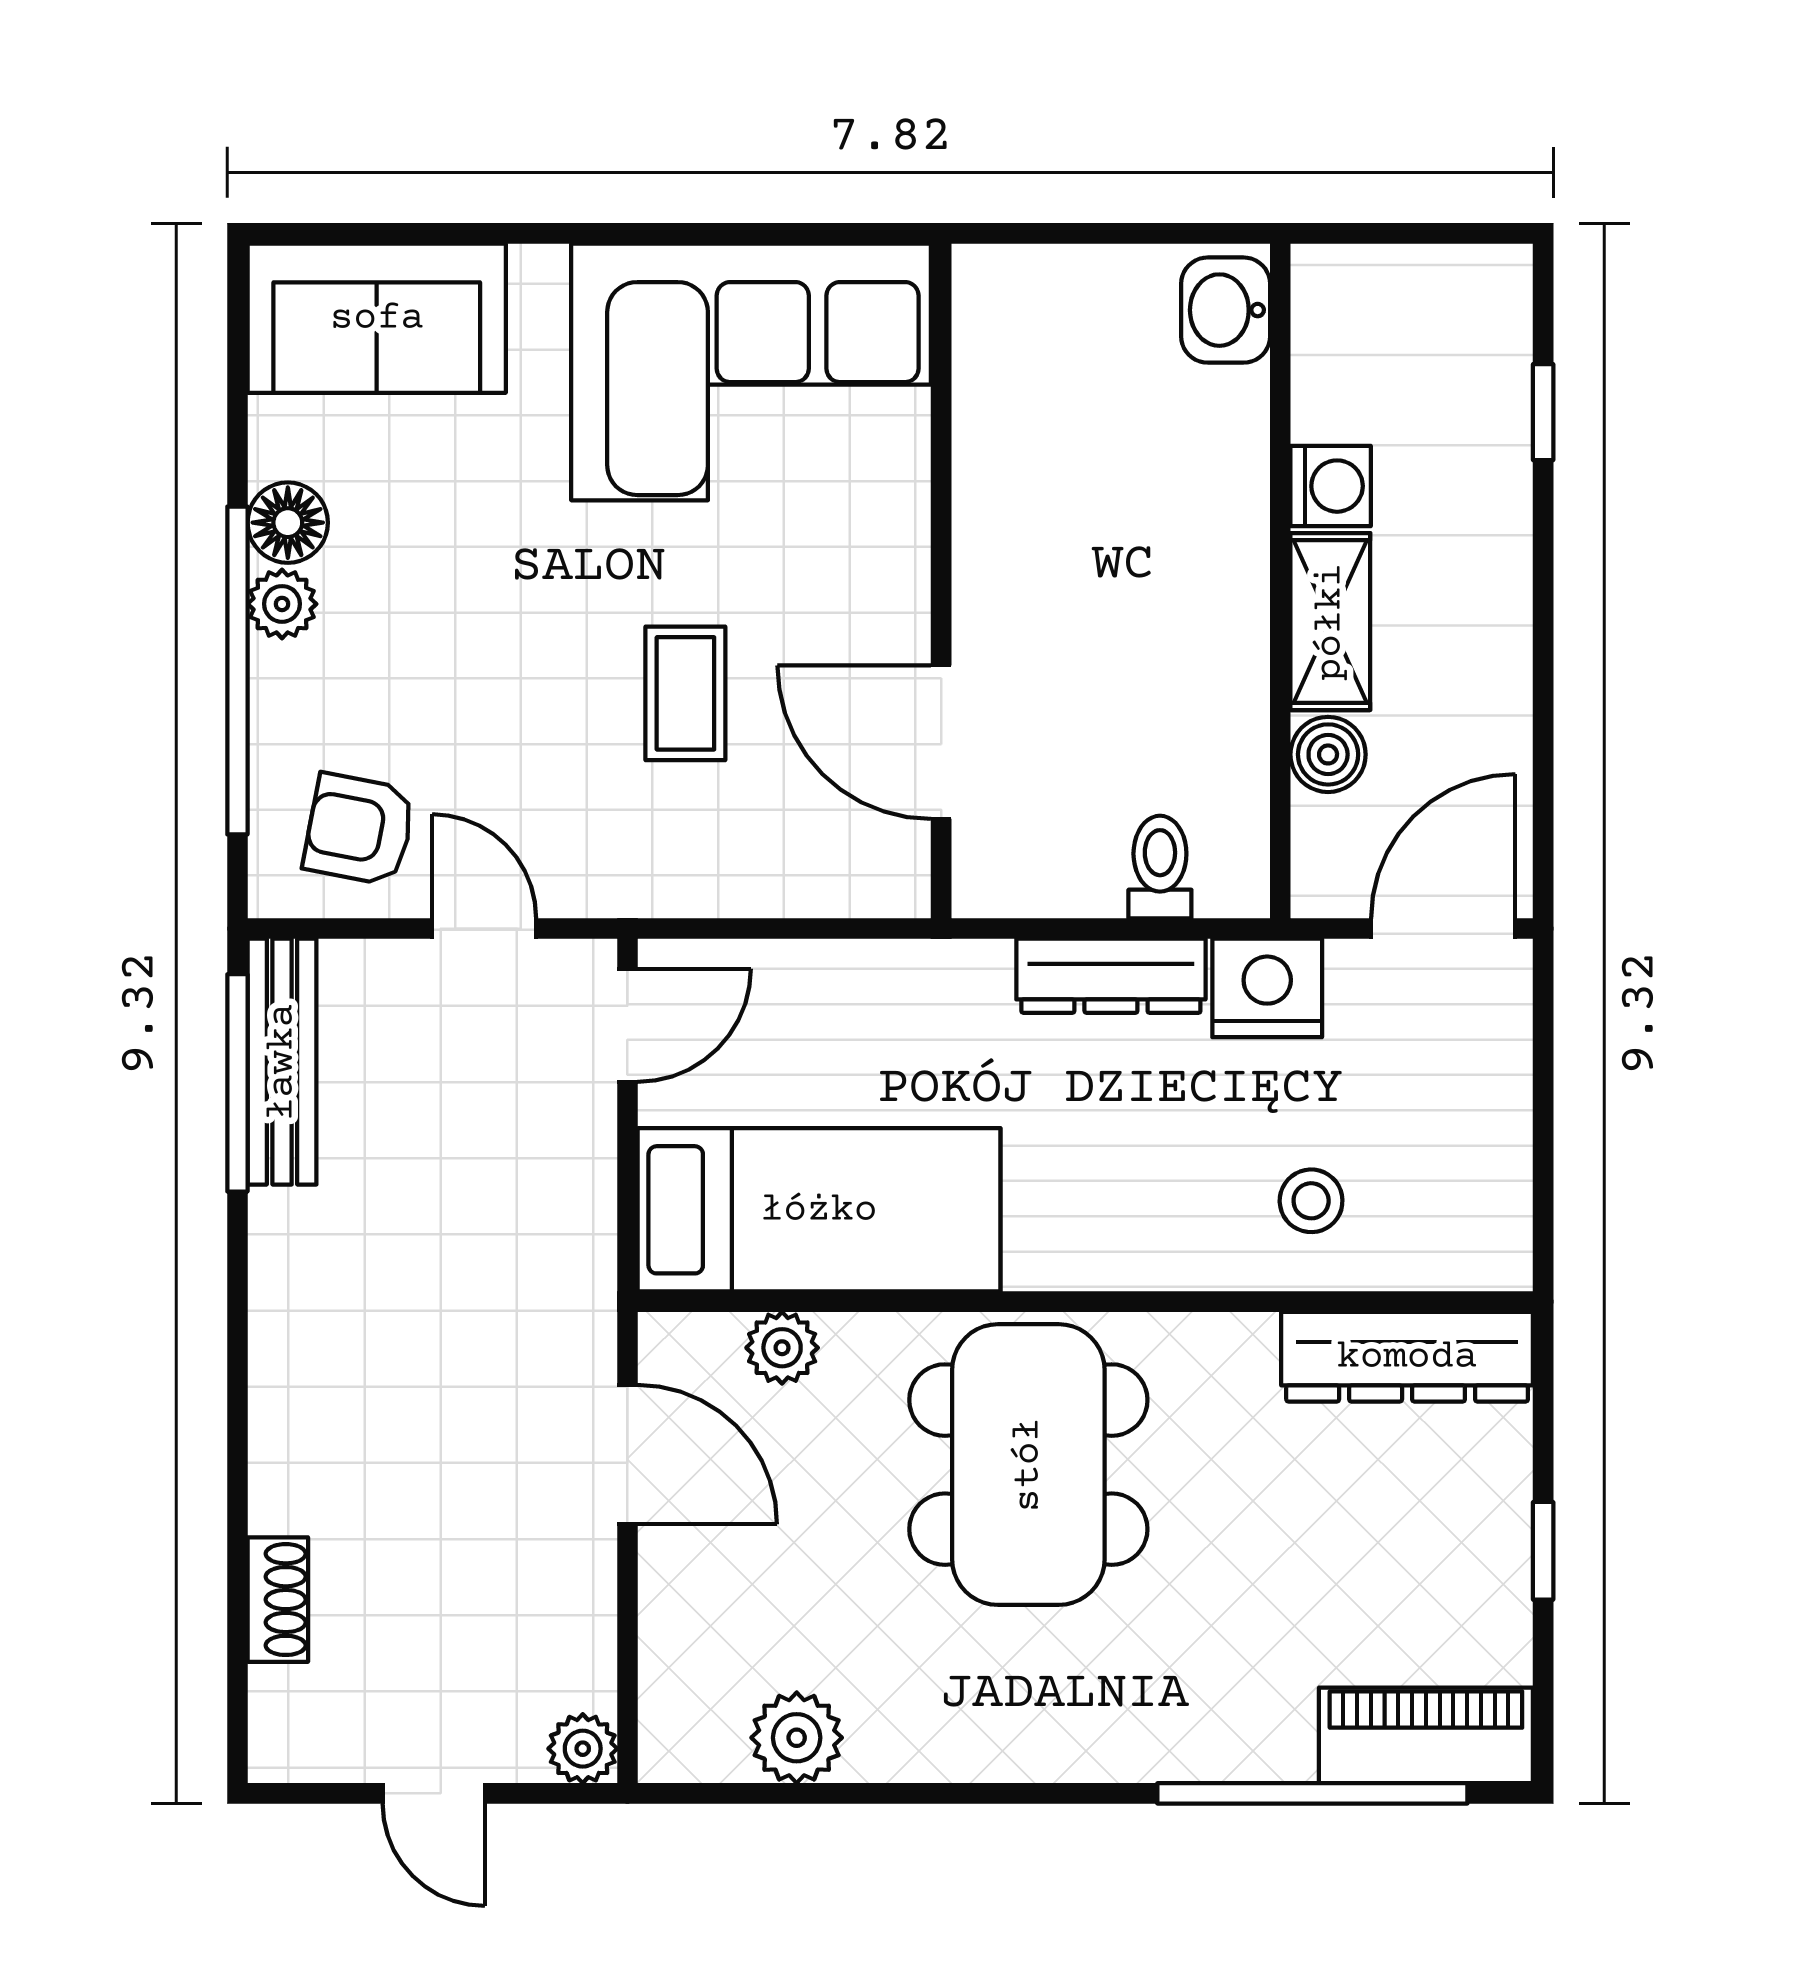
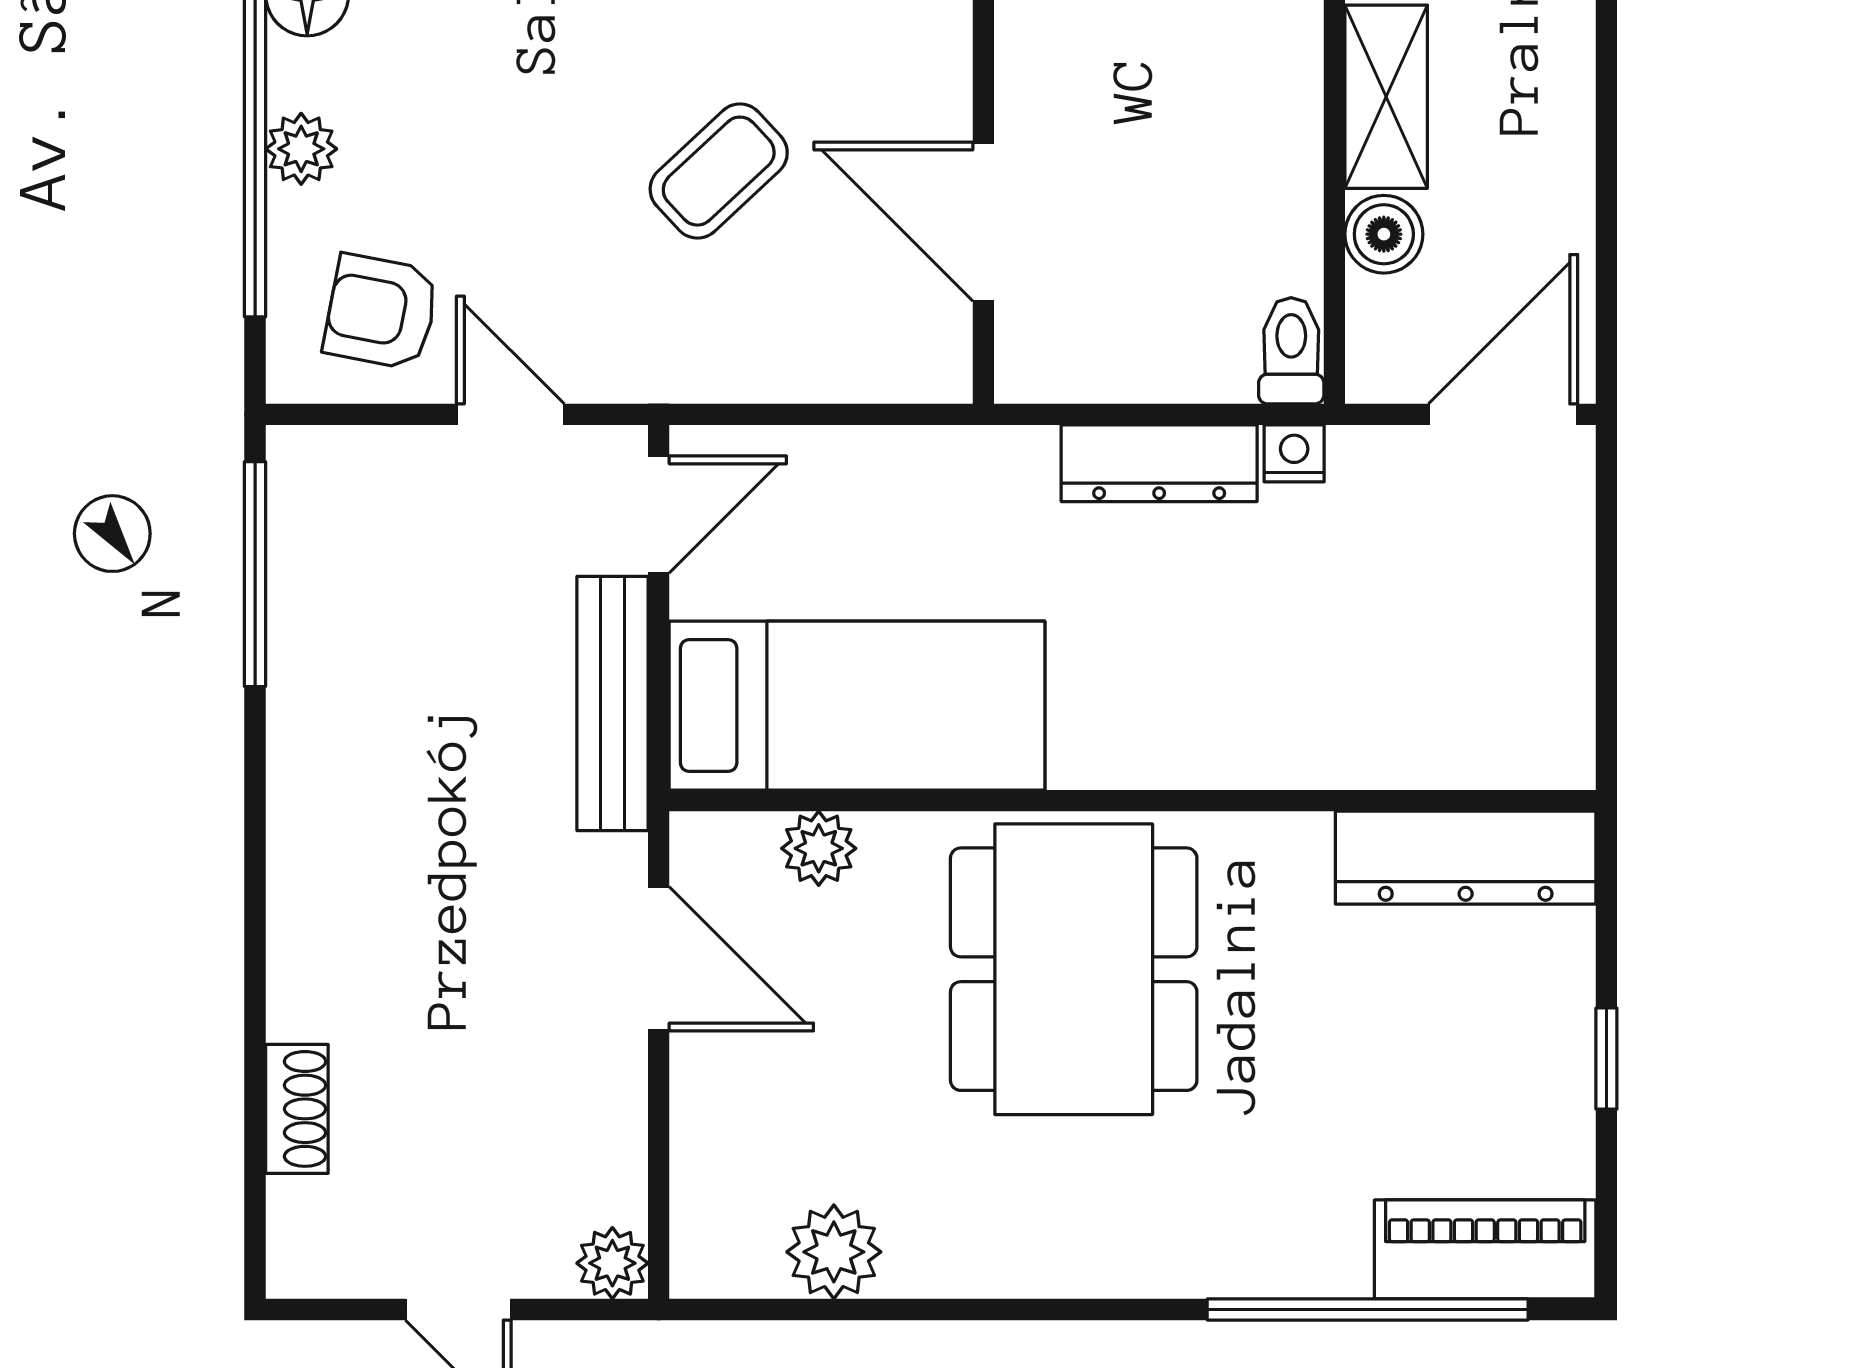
plant: (282, 604) -> (301, 149), moved
coffee table: (685, 693) -> (719, 171), turned 47
toilet: (1160, 867) -> (1291, 351), moved
nightstand: (1267, 988) -> (1294, 453), width x0.53, depth x0.56
bench: (282, 1062) -> (613, 703), moved
stool: (1311, 1201) -> (1366, 696), removed

